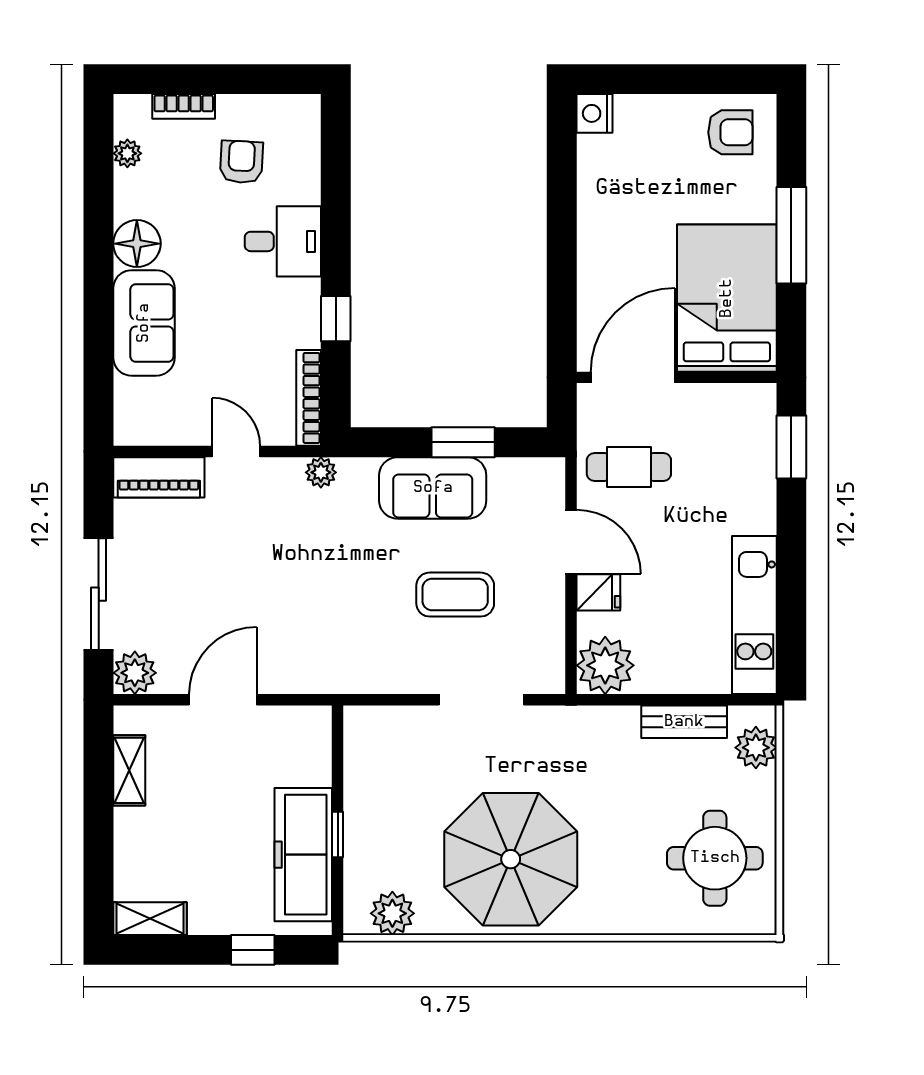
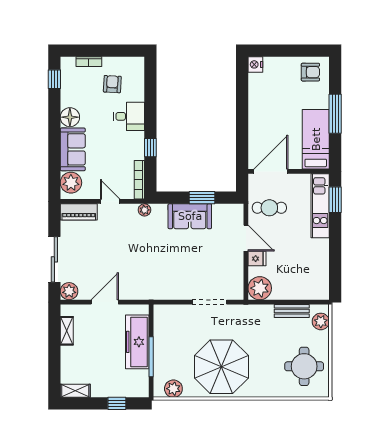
window: (99, 150) -> (54, 79), added
plant: (127, 153) -> (71, 183), moved, width x1.87, depth x1.87
bed: (727, 298) -> (316, 139), width x0.67
coffee table: (455, 595) -> (199, 259), removed
kitchen unit: (754, 615) -> (320, 206), moved
window: (338, 835) -> (151, 357), width x2.17
freezer: (303, 855) -> (137, 342), moved

